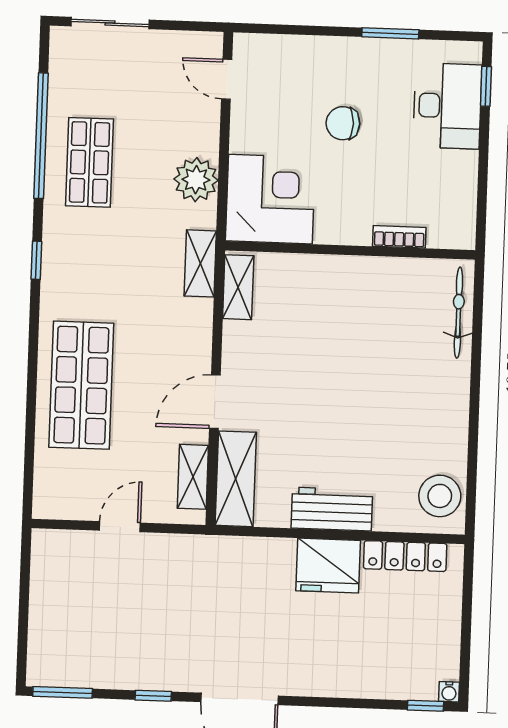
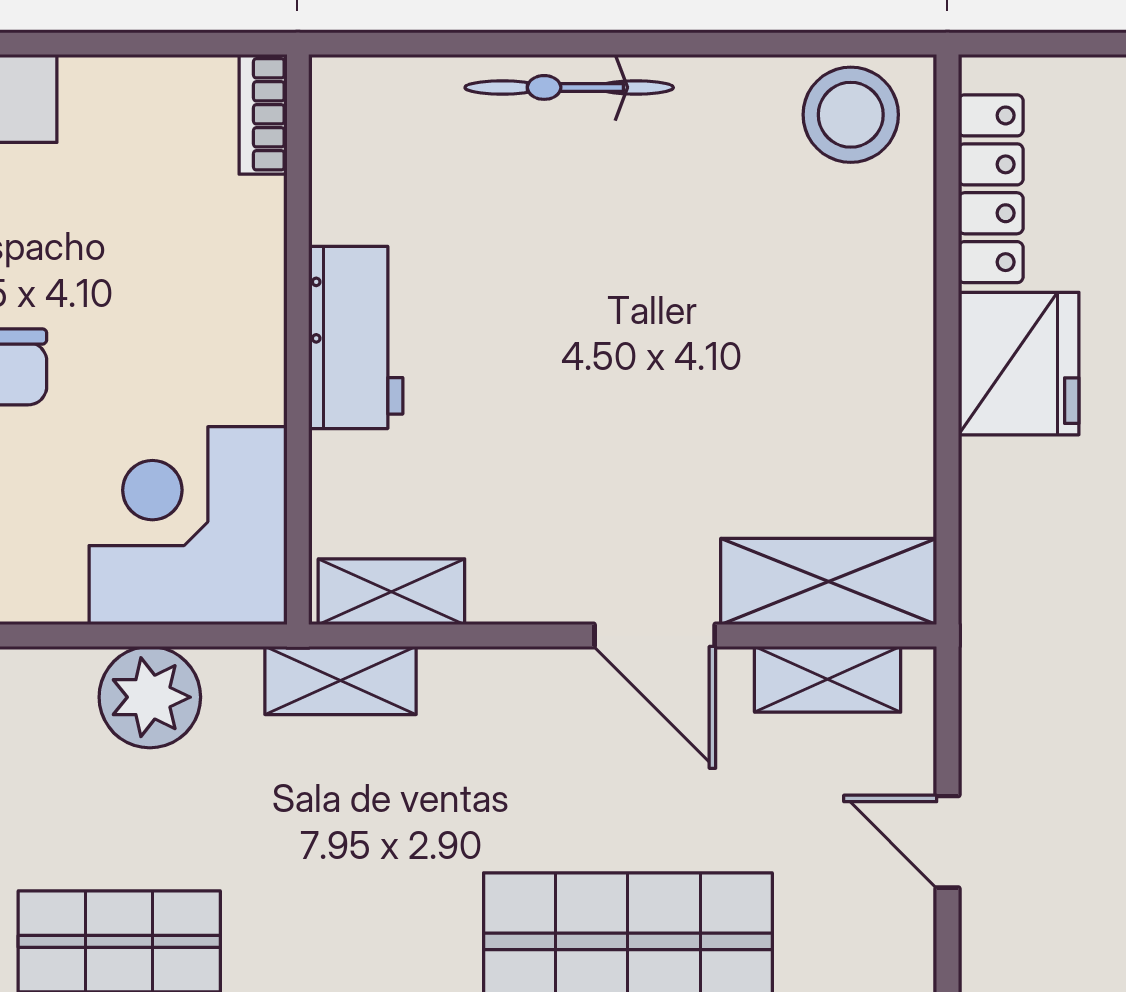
bookcase: (399, 237) -> (263, 114), moved
bicycle: (458, 313) -> (569, 87), moved
workbench: (332, 509) -> (356, 337), moved, turned 180

